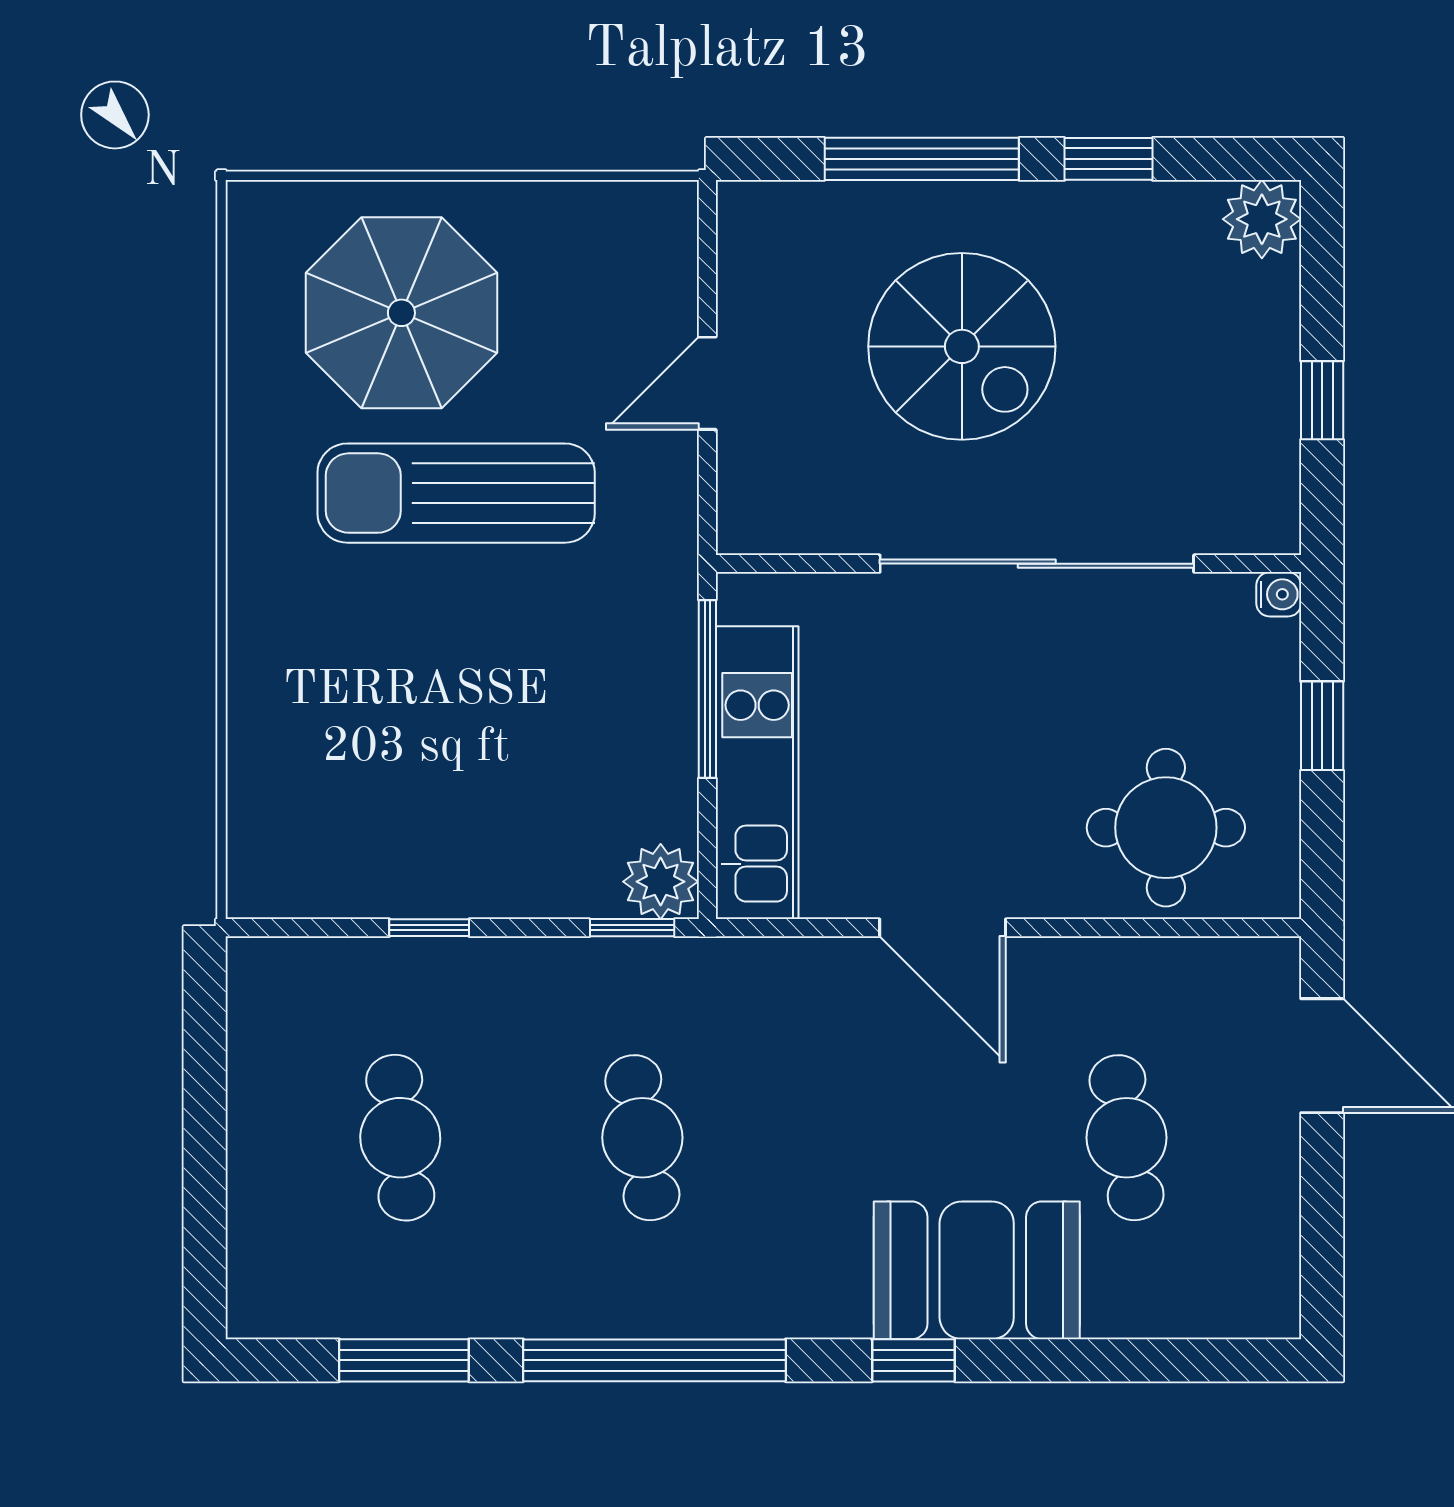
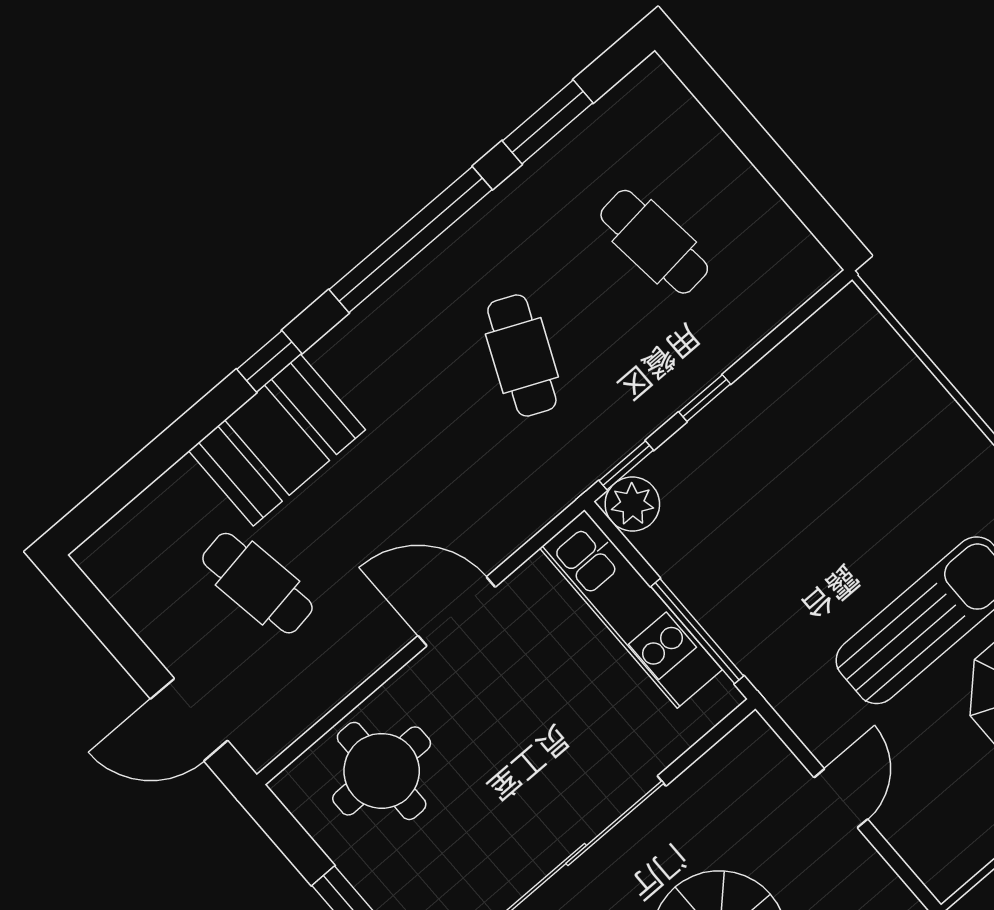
window: (429, 928) -> (705, 398), moved
cafe table: (642, 1138) -> (522, 356), turned 33

